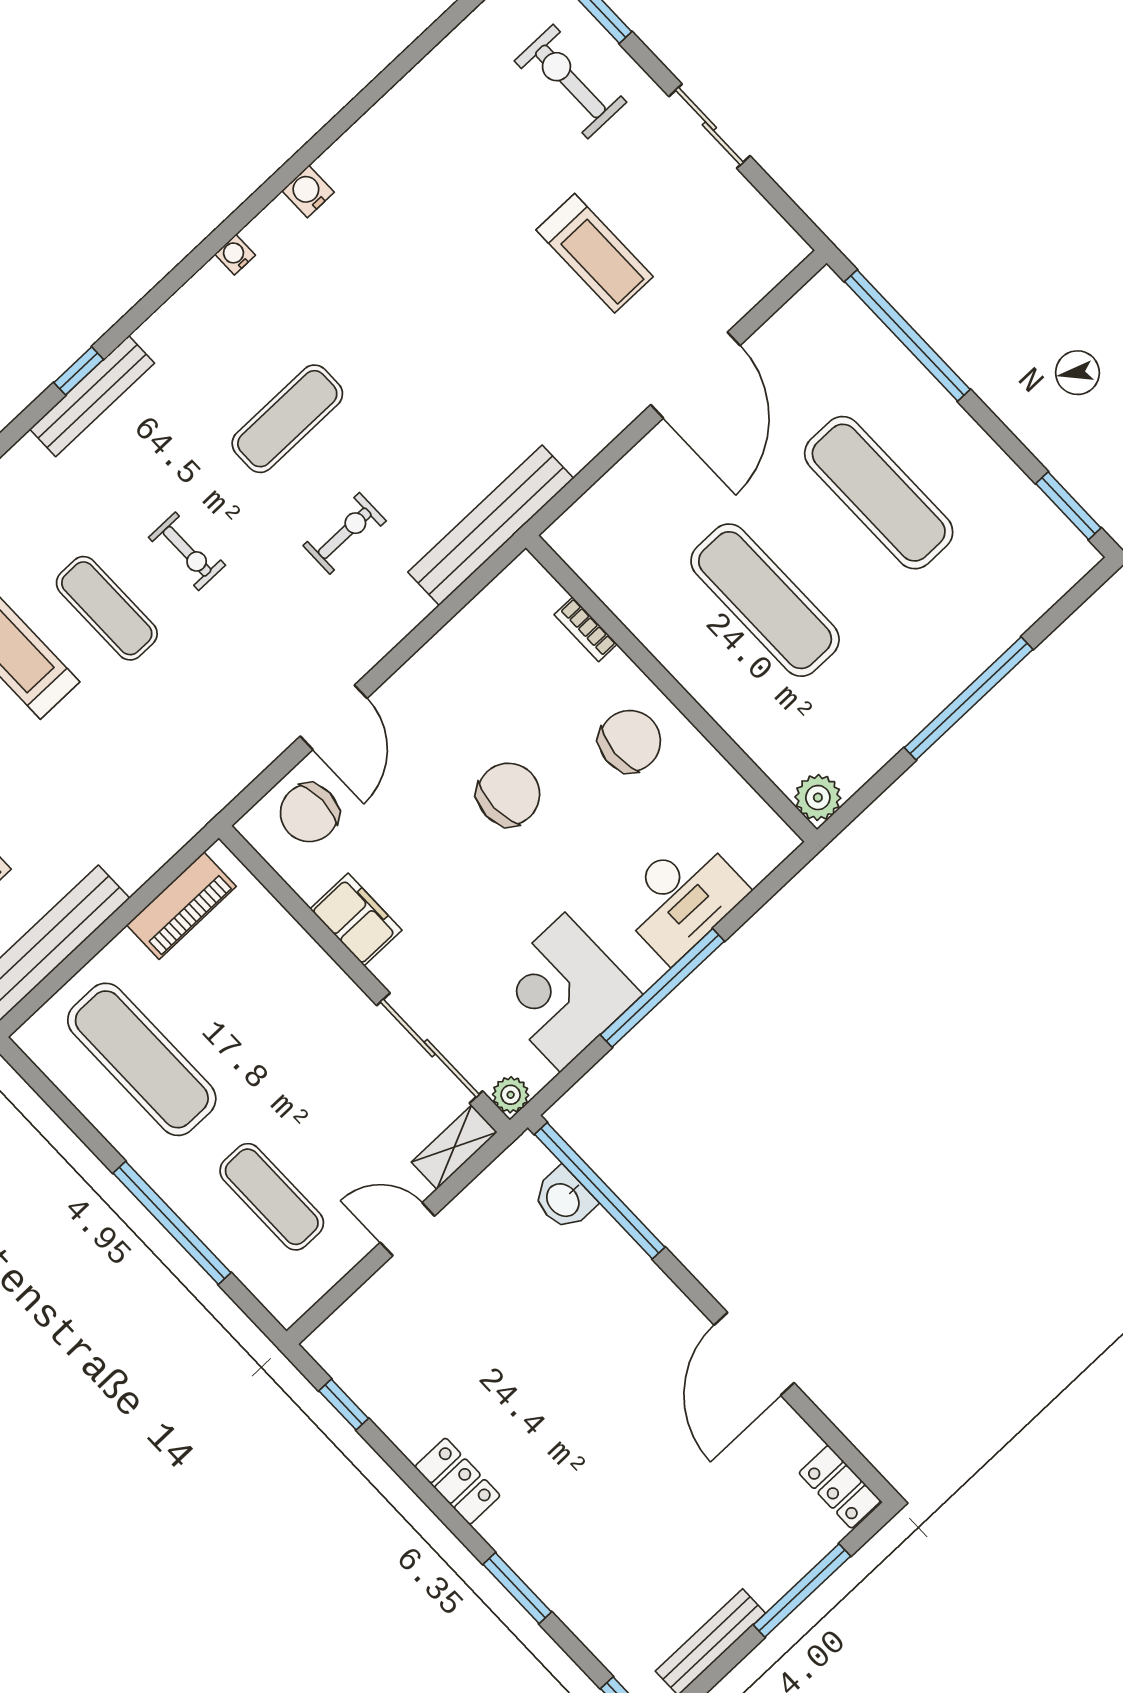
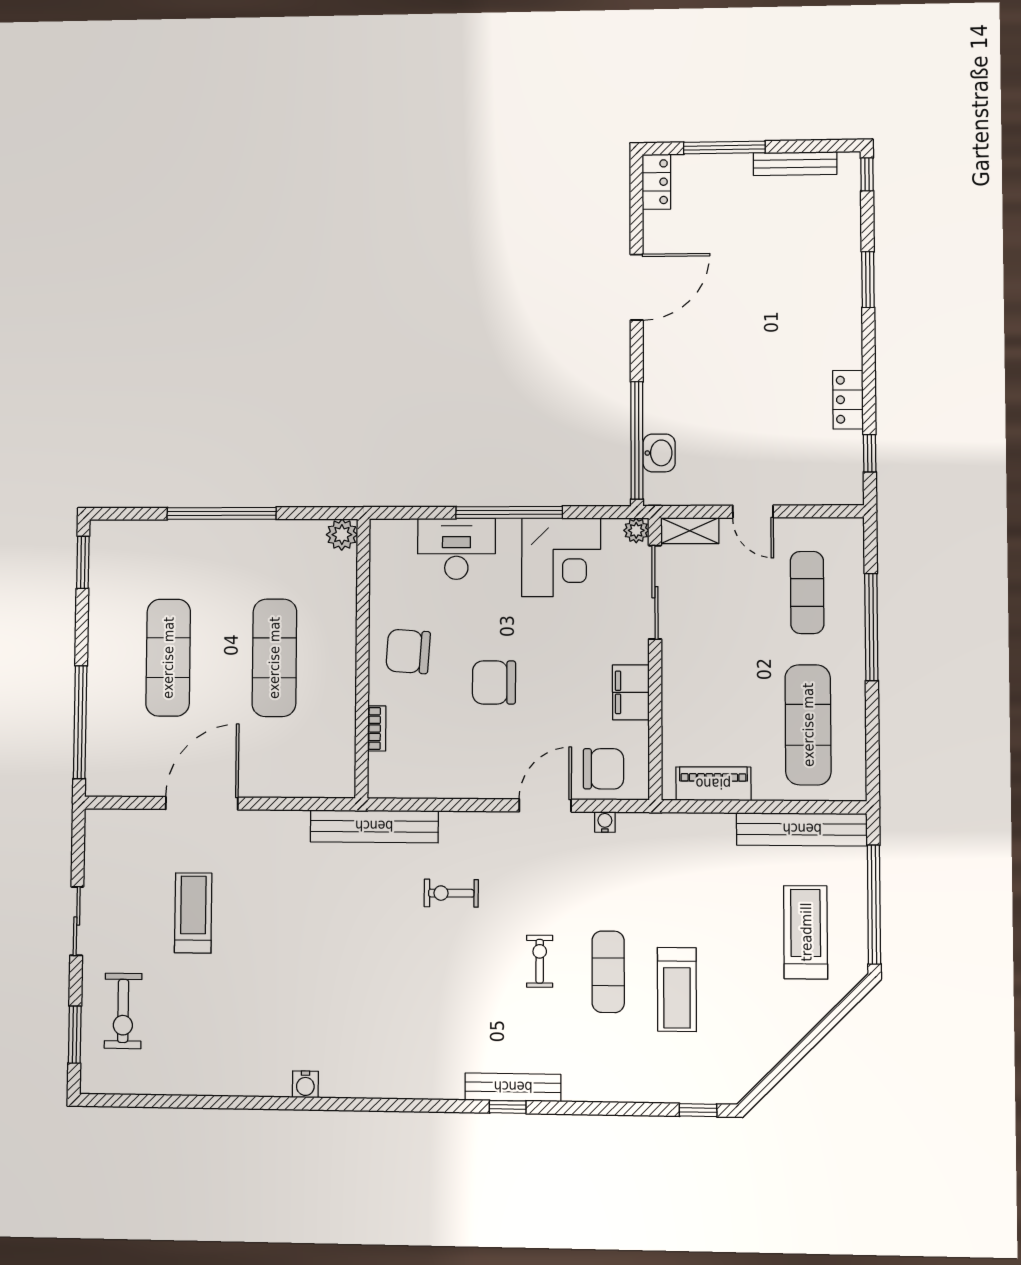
water cooler: (235, 255) -> (605, 822), moved, turned 180
exercise mat: (287, 419) -> (425, 979), removed
locker: (458, 1481) -> (848, 400), moved

